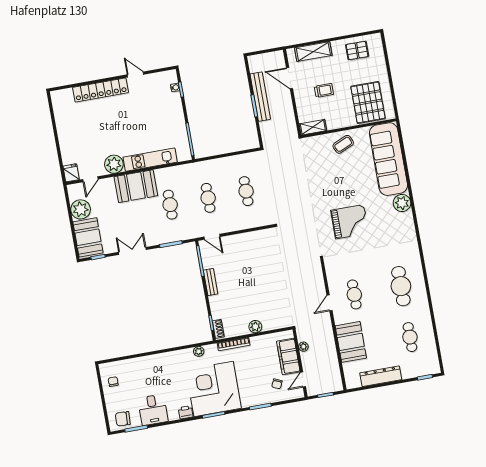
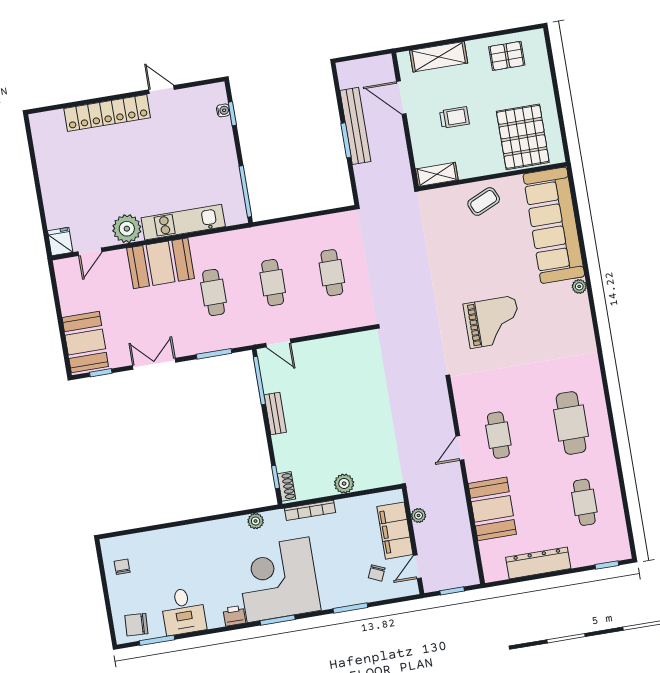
plant: (402, 203) -> (579, 286), width x0.53, depth x0.53
plant: (81, 209) -> (74, 298), removed

